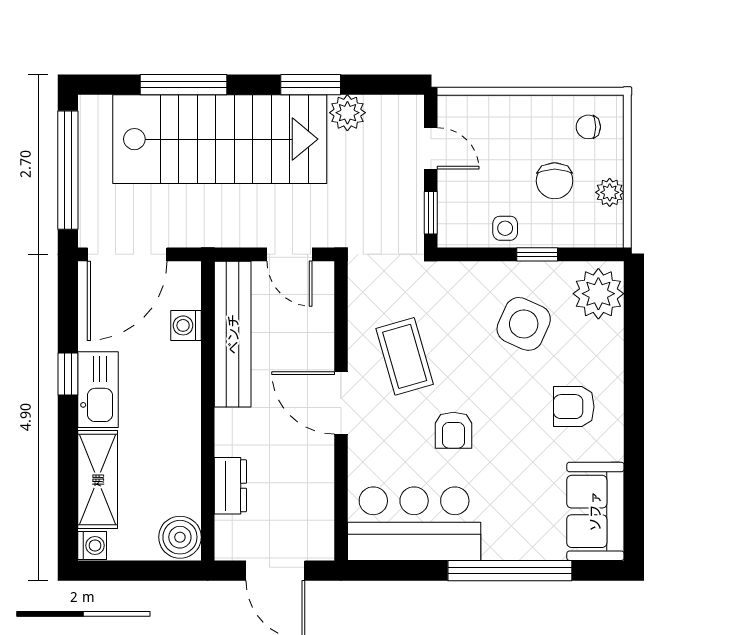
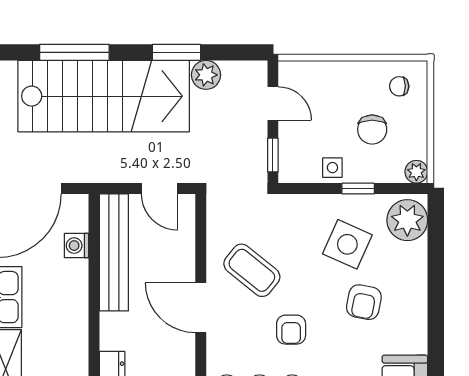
plant: (610, 192) -> (416, 172), moved
coffee table: (405, 356) -> (252, 270), turned -35
armchair: (574, 407) -> (364, 302), moved, turned -79

